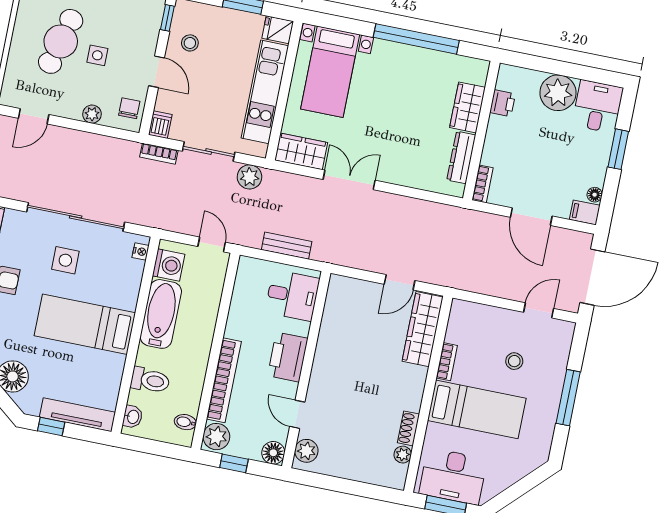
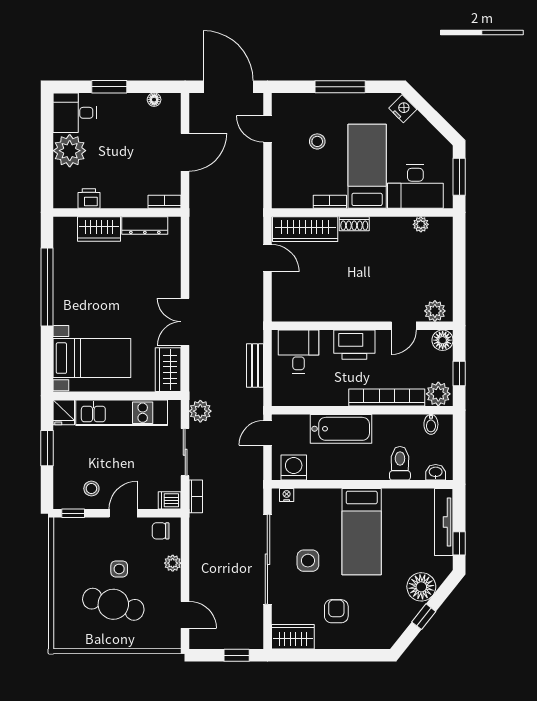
filing cabinet: (585, 212) -> (172, 105), removed
bathtub: (161, 314) -> (341, 429), moved, turned 180
shoe rack: (409, 428) -> (354, 224), moved
nightstand: (531, 460) -> (403, 109), added
desk: (453, 476) -> (415, 187), moved, turned 90

